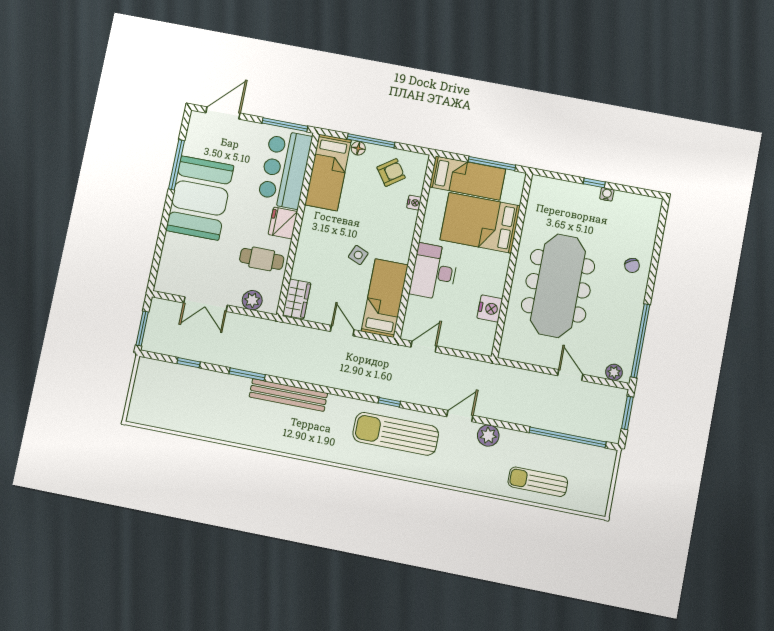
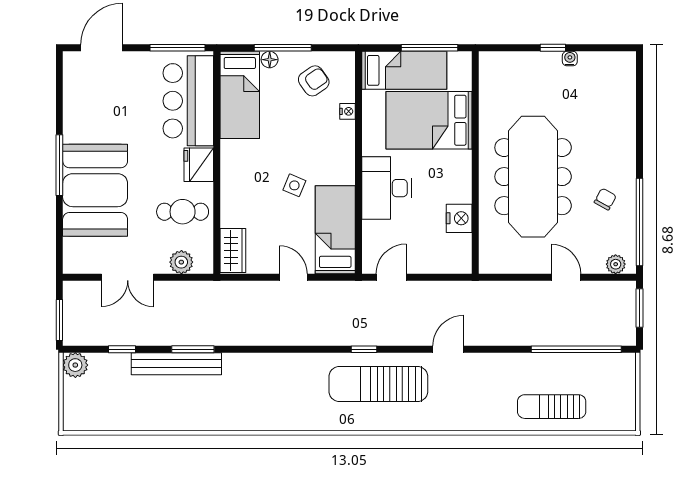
window: (177, 165) -> (59, 165), moved
booth: (200, 198) -> (95, 190), moved
chair: (632, 265) -> (605, 199), moved, turned -126
bench: (288, 395) -> (176, 364), moved
plant: (488, 436) -> (75, 365), moved

